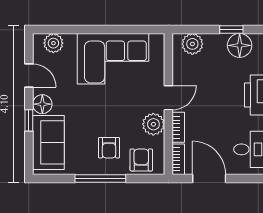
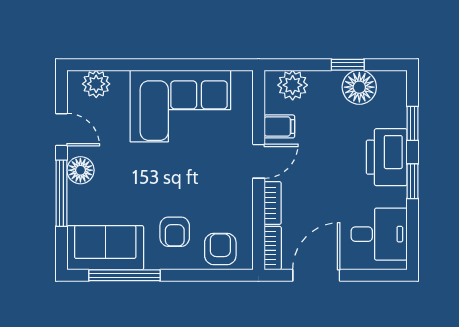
filing cabinet: (183, 73) -> (279, 126), added
window: (29, 120) -> (61, 193), width x2.17
plant: (153, 124) -> (238, 199), removed
sofa: (48, 142) -> (105, 248), moved, turned -90
window: (100, 179) -> (124, 275), moved
door: (209, 179) -> (316, 275), hinge flipped

